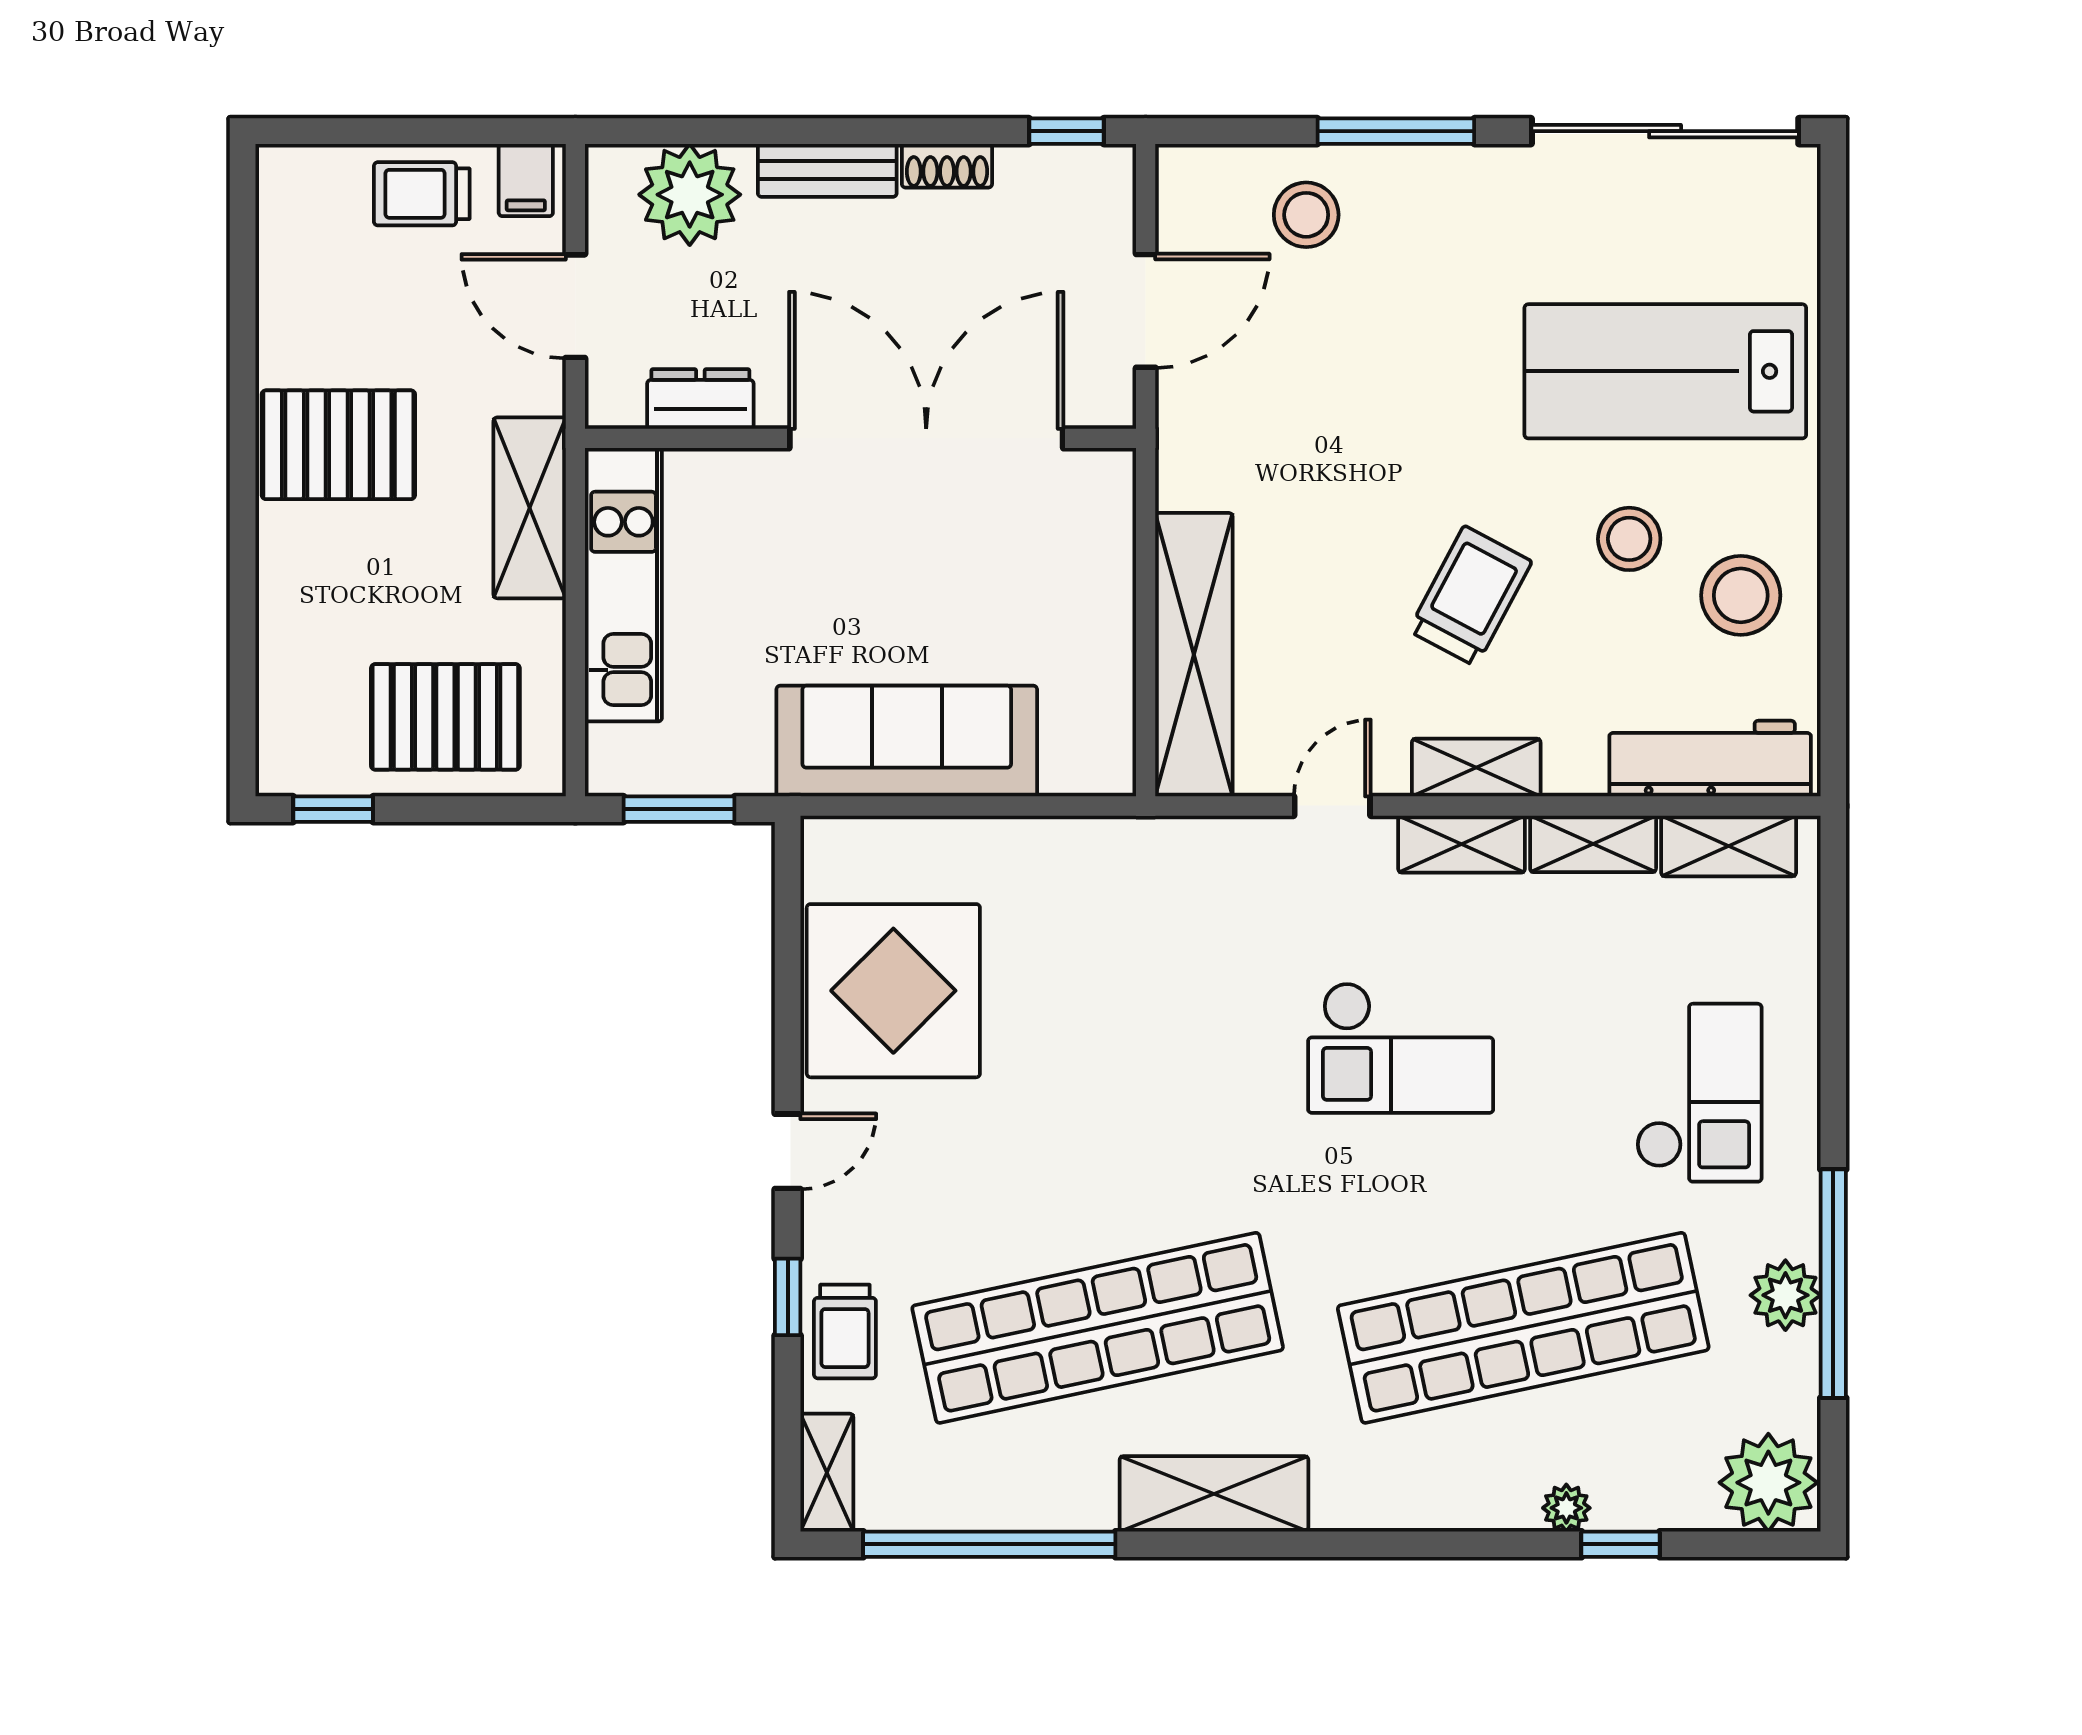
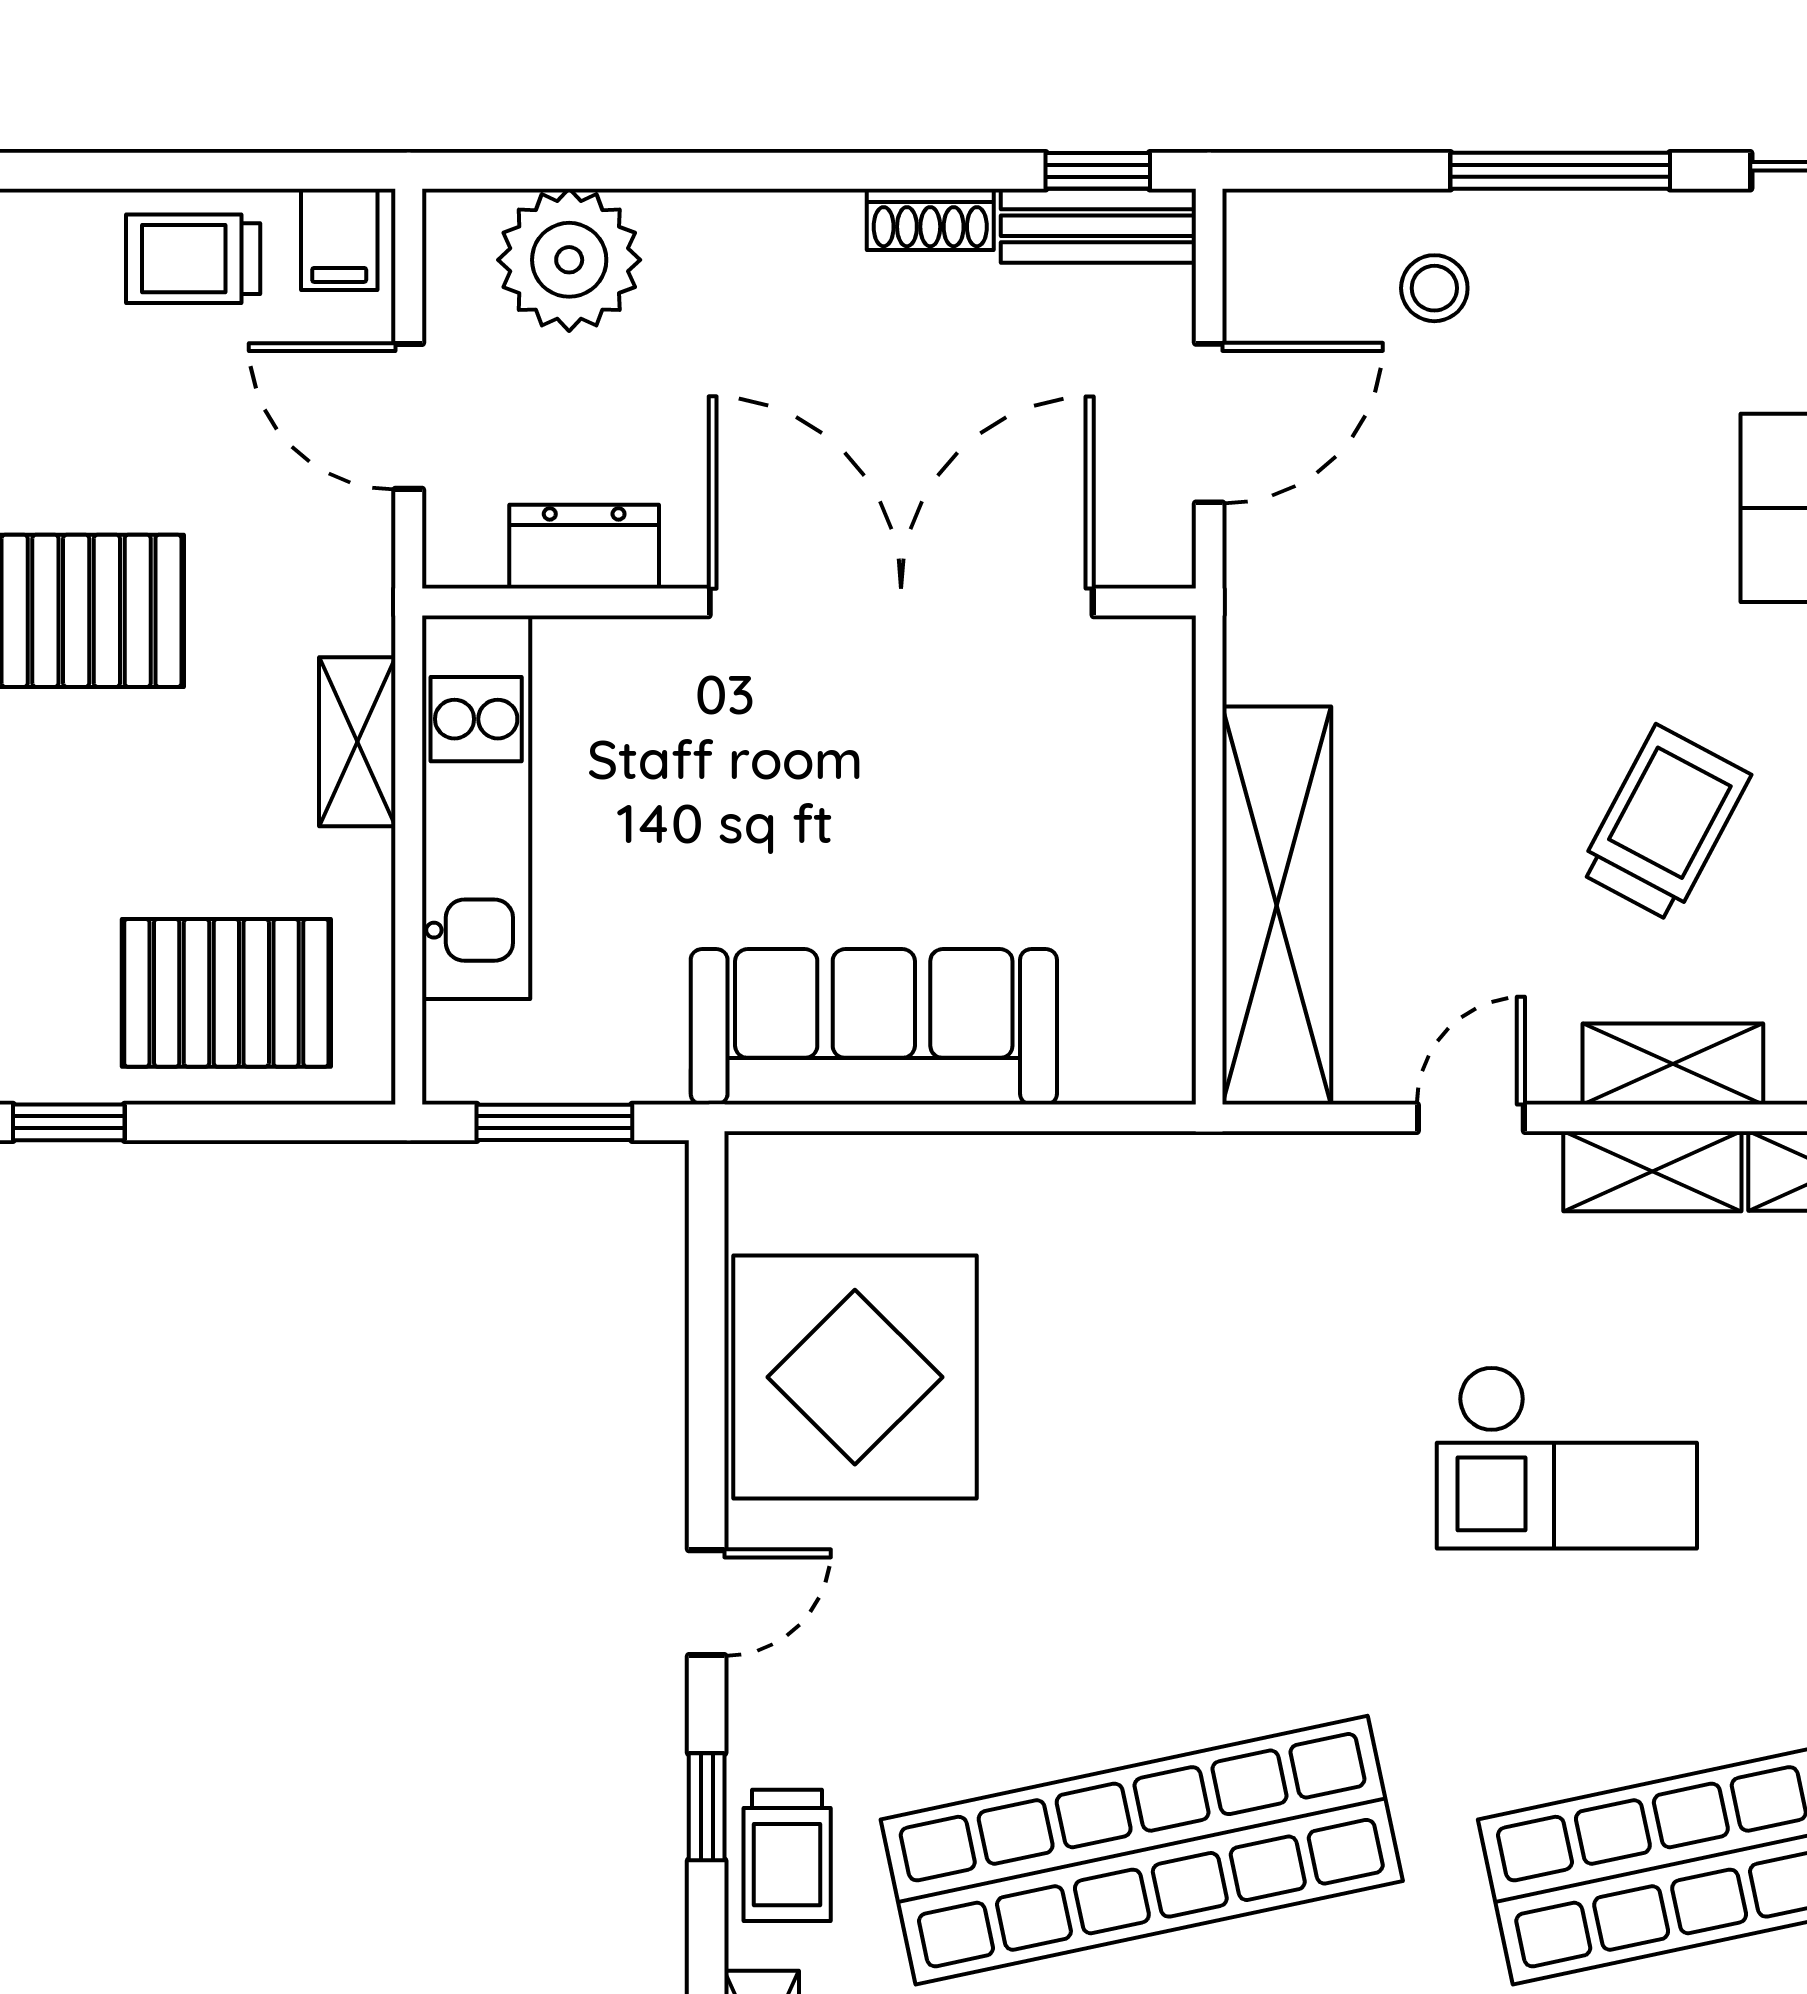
bench: (827, 170) -> (1098, 226), moved
stool: (1306, 215) -> (1434, 288), width x0.73, depth x0.73
shelving: (530, 508) -> (357, 742), width x0.67, depth x0.75

